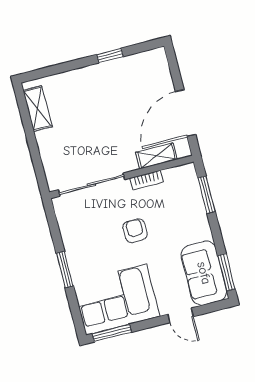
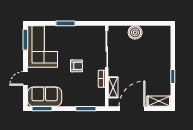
shelving: (38, 109) -> (159, 101), moved
door: (186, 113) -> (132, 109), hinge flipped
boiler: (49, 142) -> (135, 32), added

